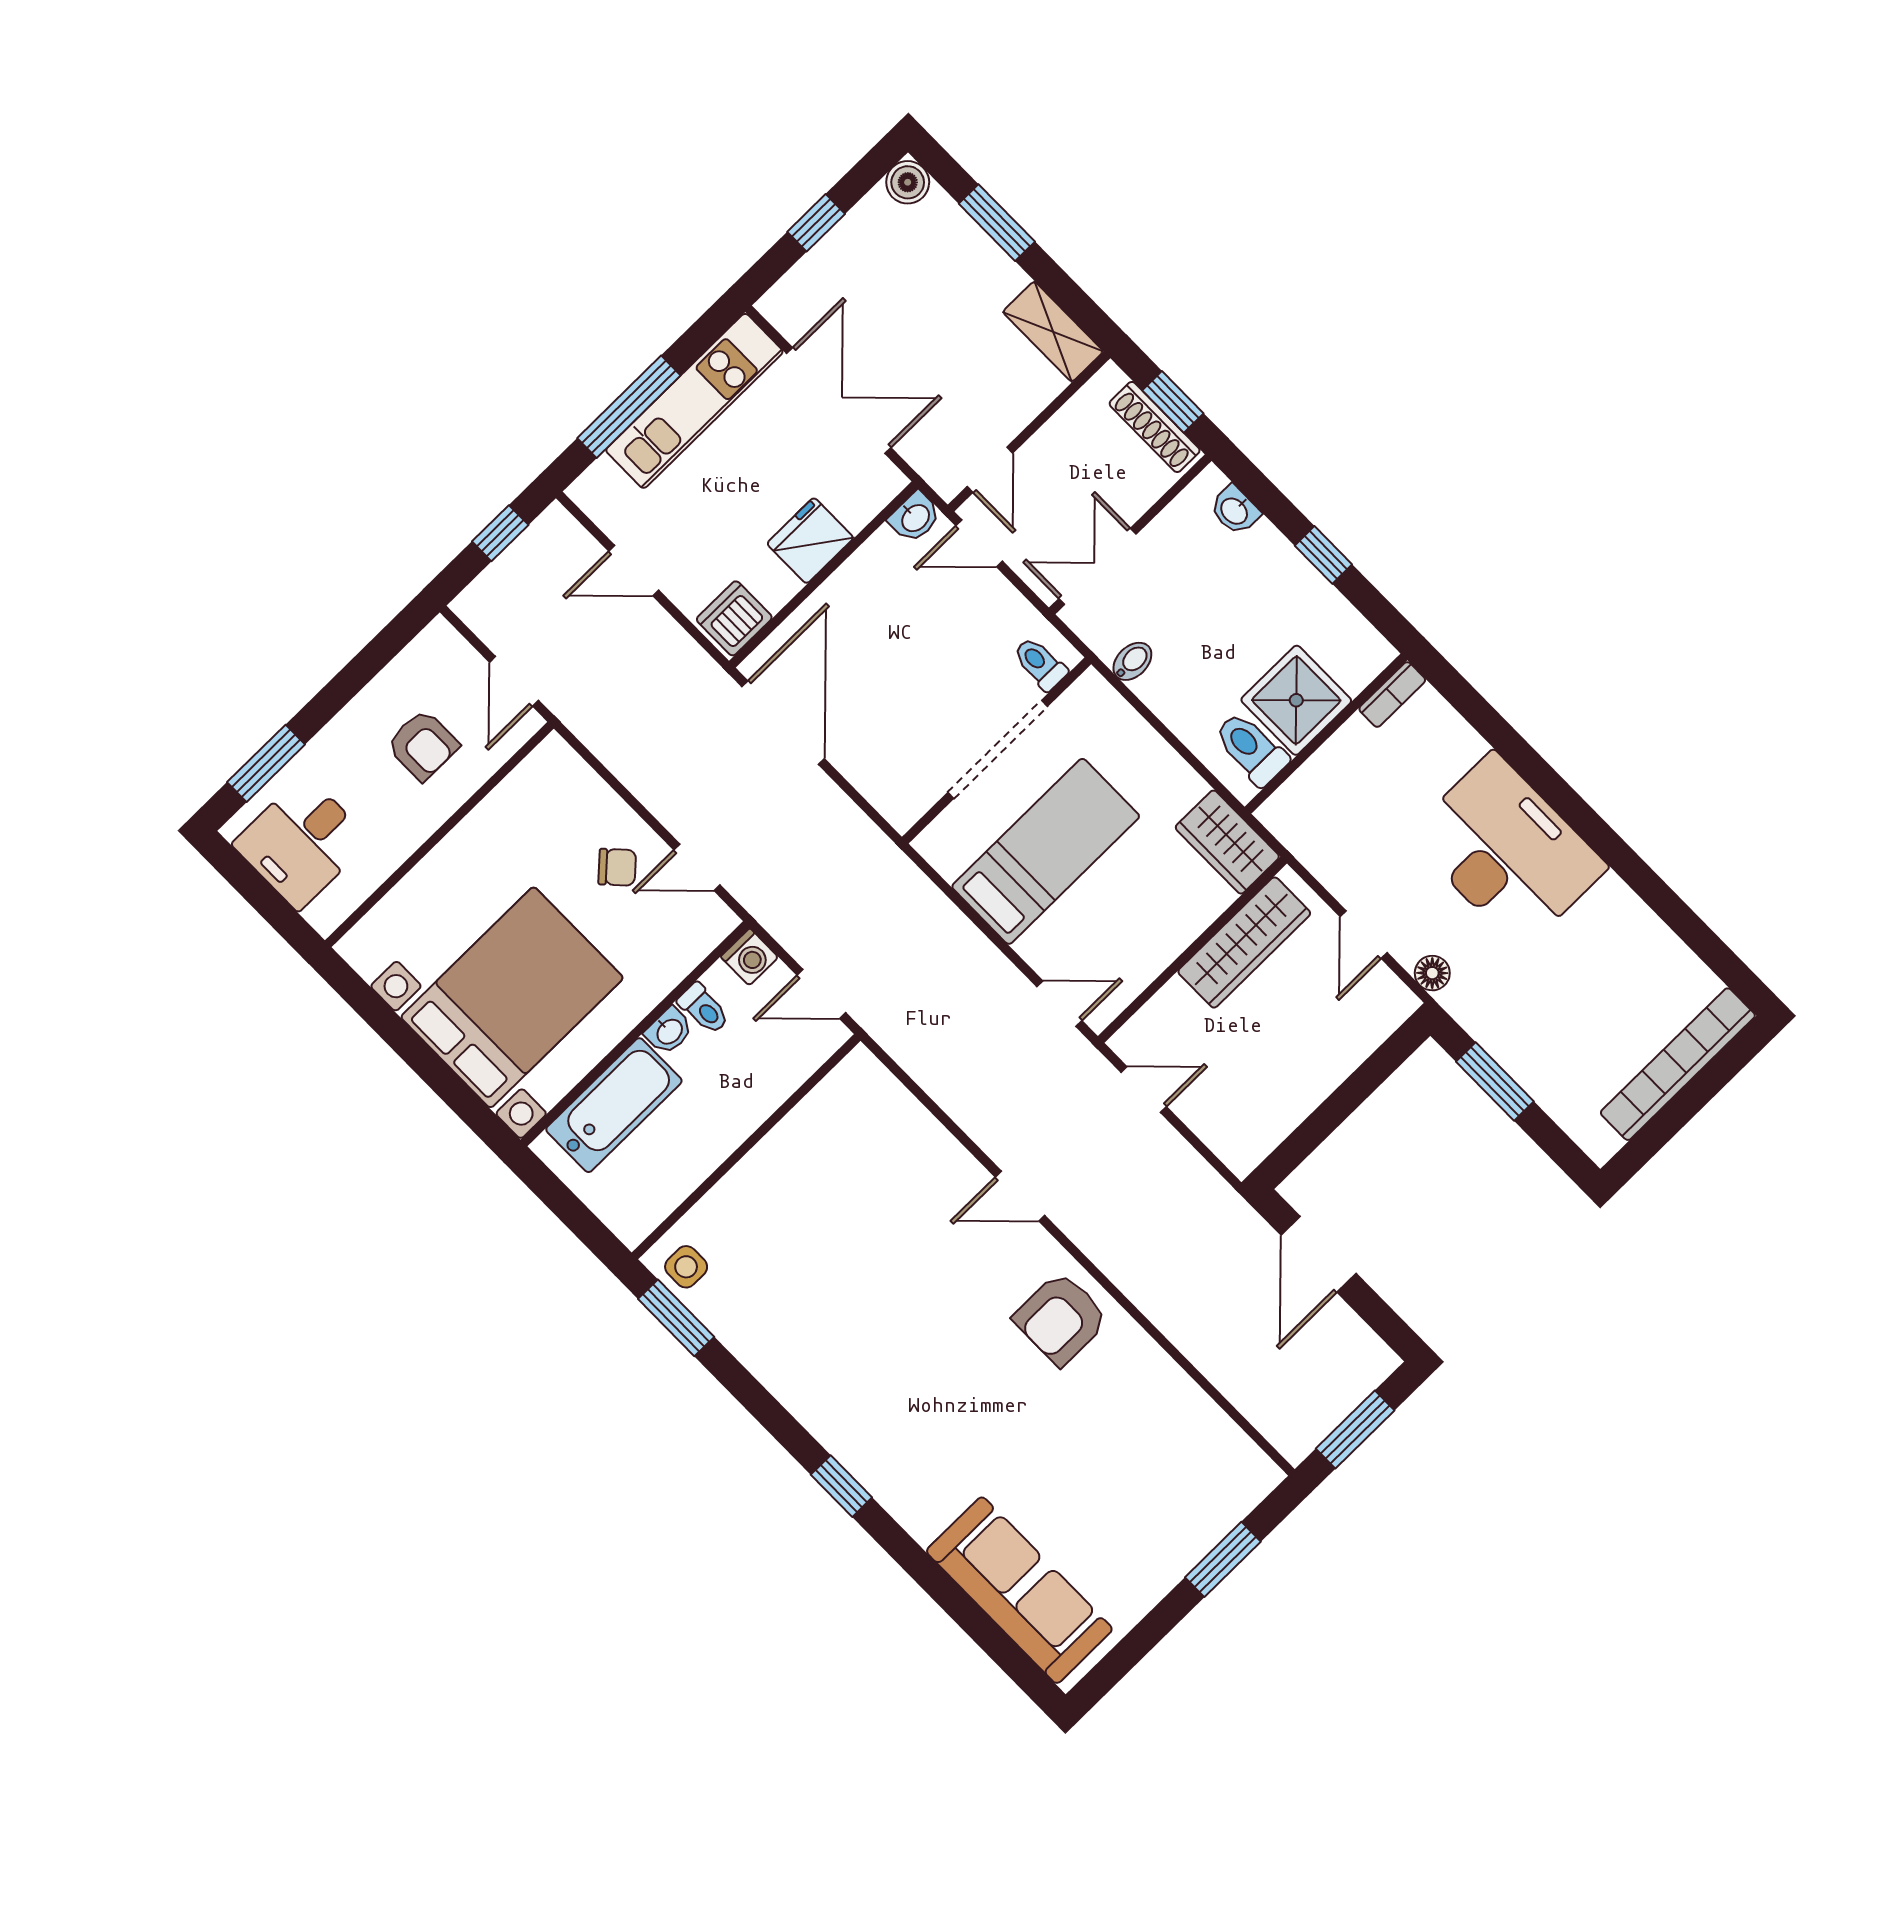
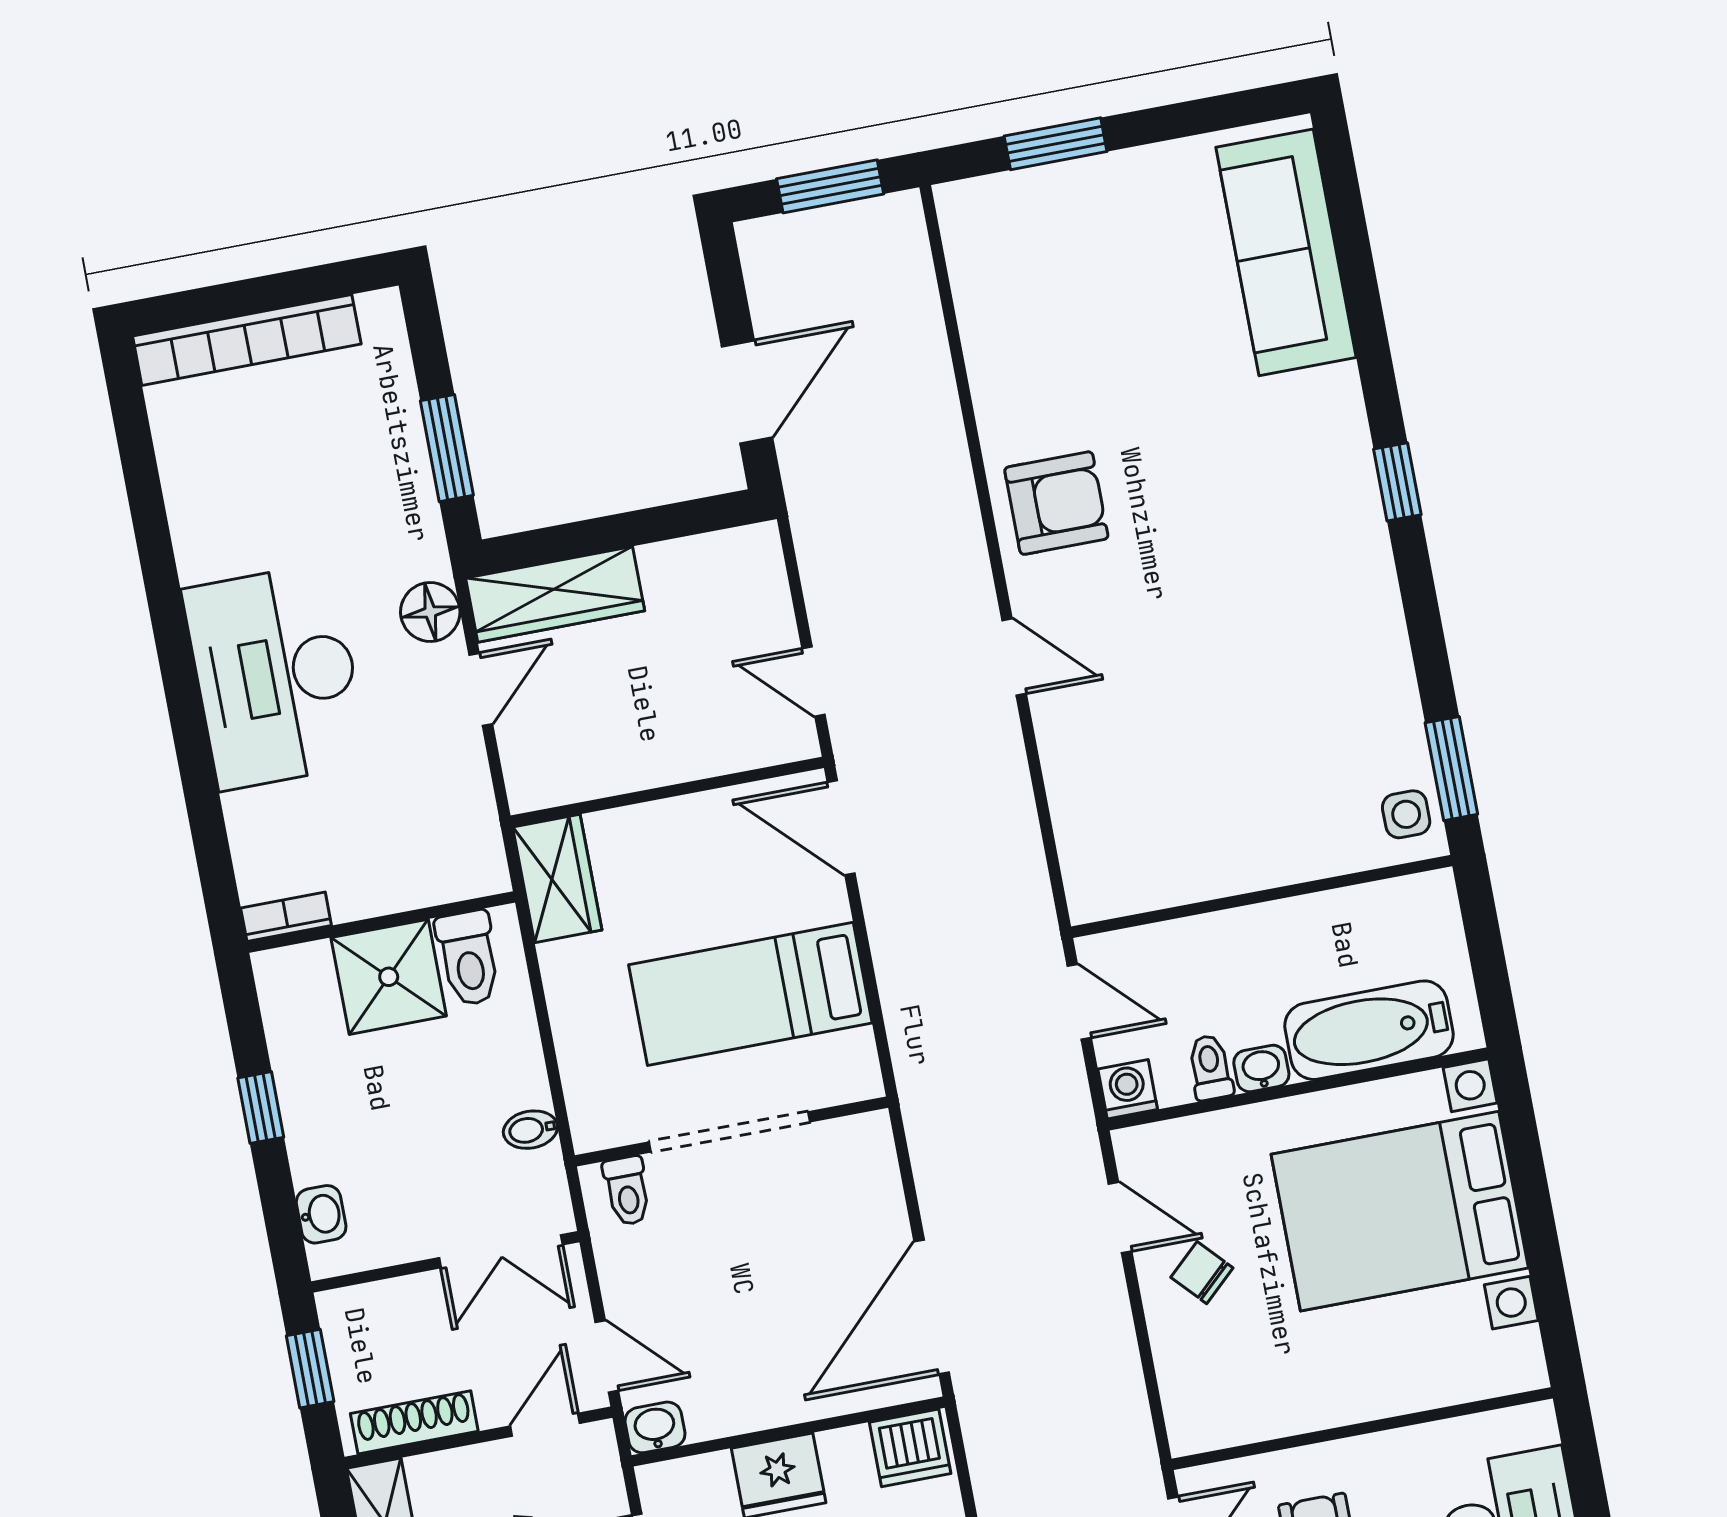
shoe rack: (1155, 427) -> (414, 1422), moved, turned -90
wardrobe: (1244, 942) -> (555, 594), moved, turned 180
floor lamp: (1432, 973) -> (430, 612), width x1.37, depth x1.37
door: (1059, 1004) -> (841, 828), width x1.38

